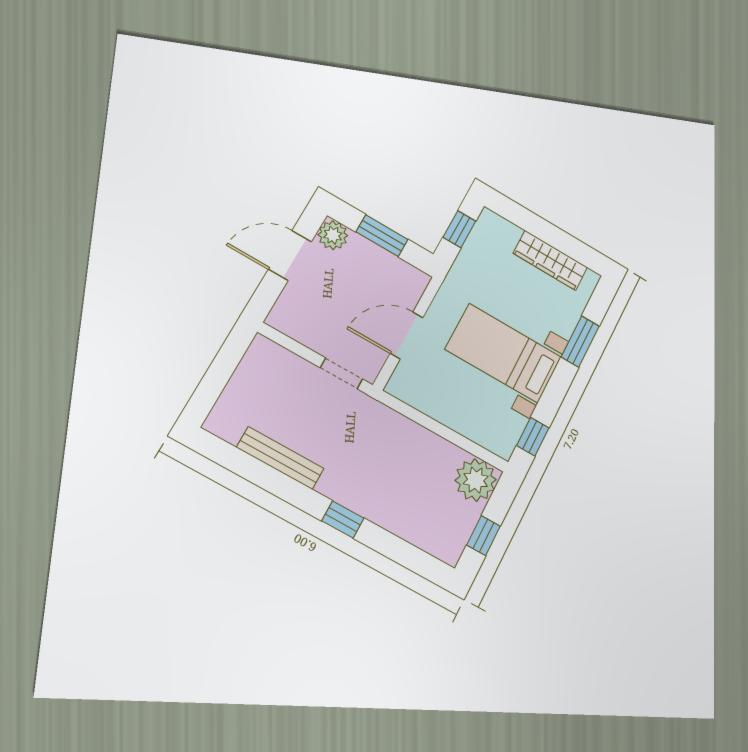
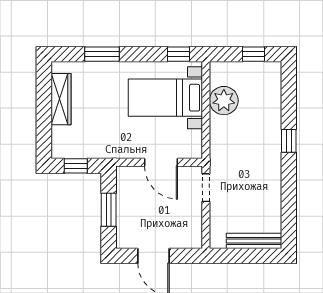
plant: (333, 235) -> (126, 238), removed
bed with nightstands: (504, 353) -> (165, 98), moved, turned 90
bench: (280, 458) -> (254, 241), moved, turned 90
plant: (476, 480) -> (224, 101), moved

